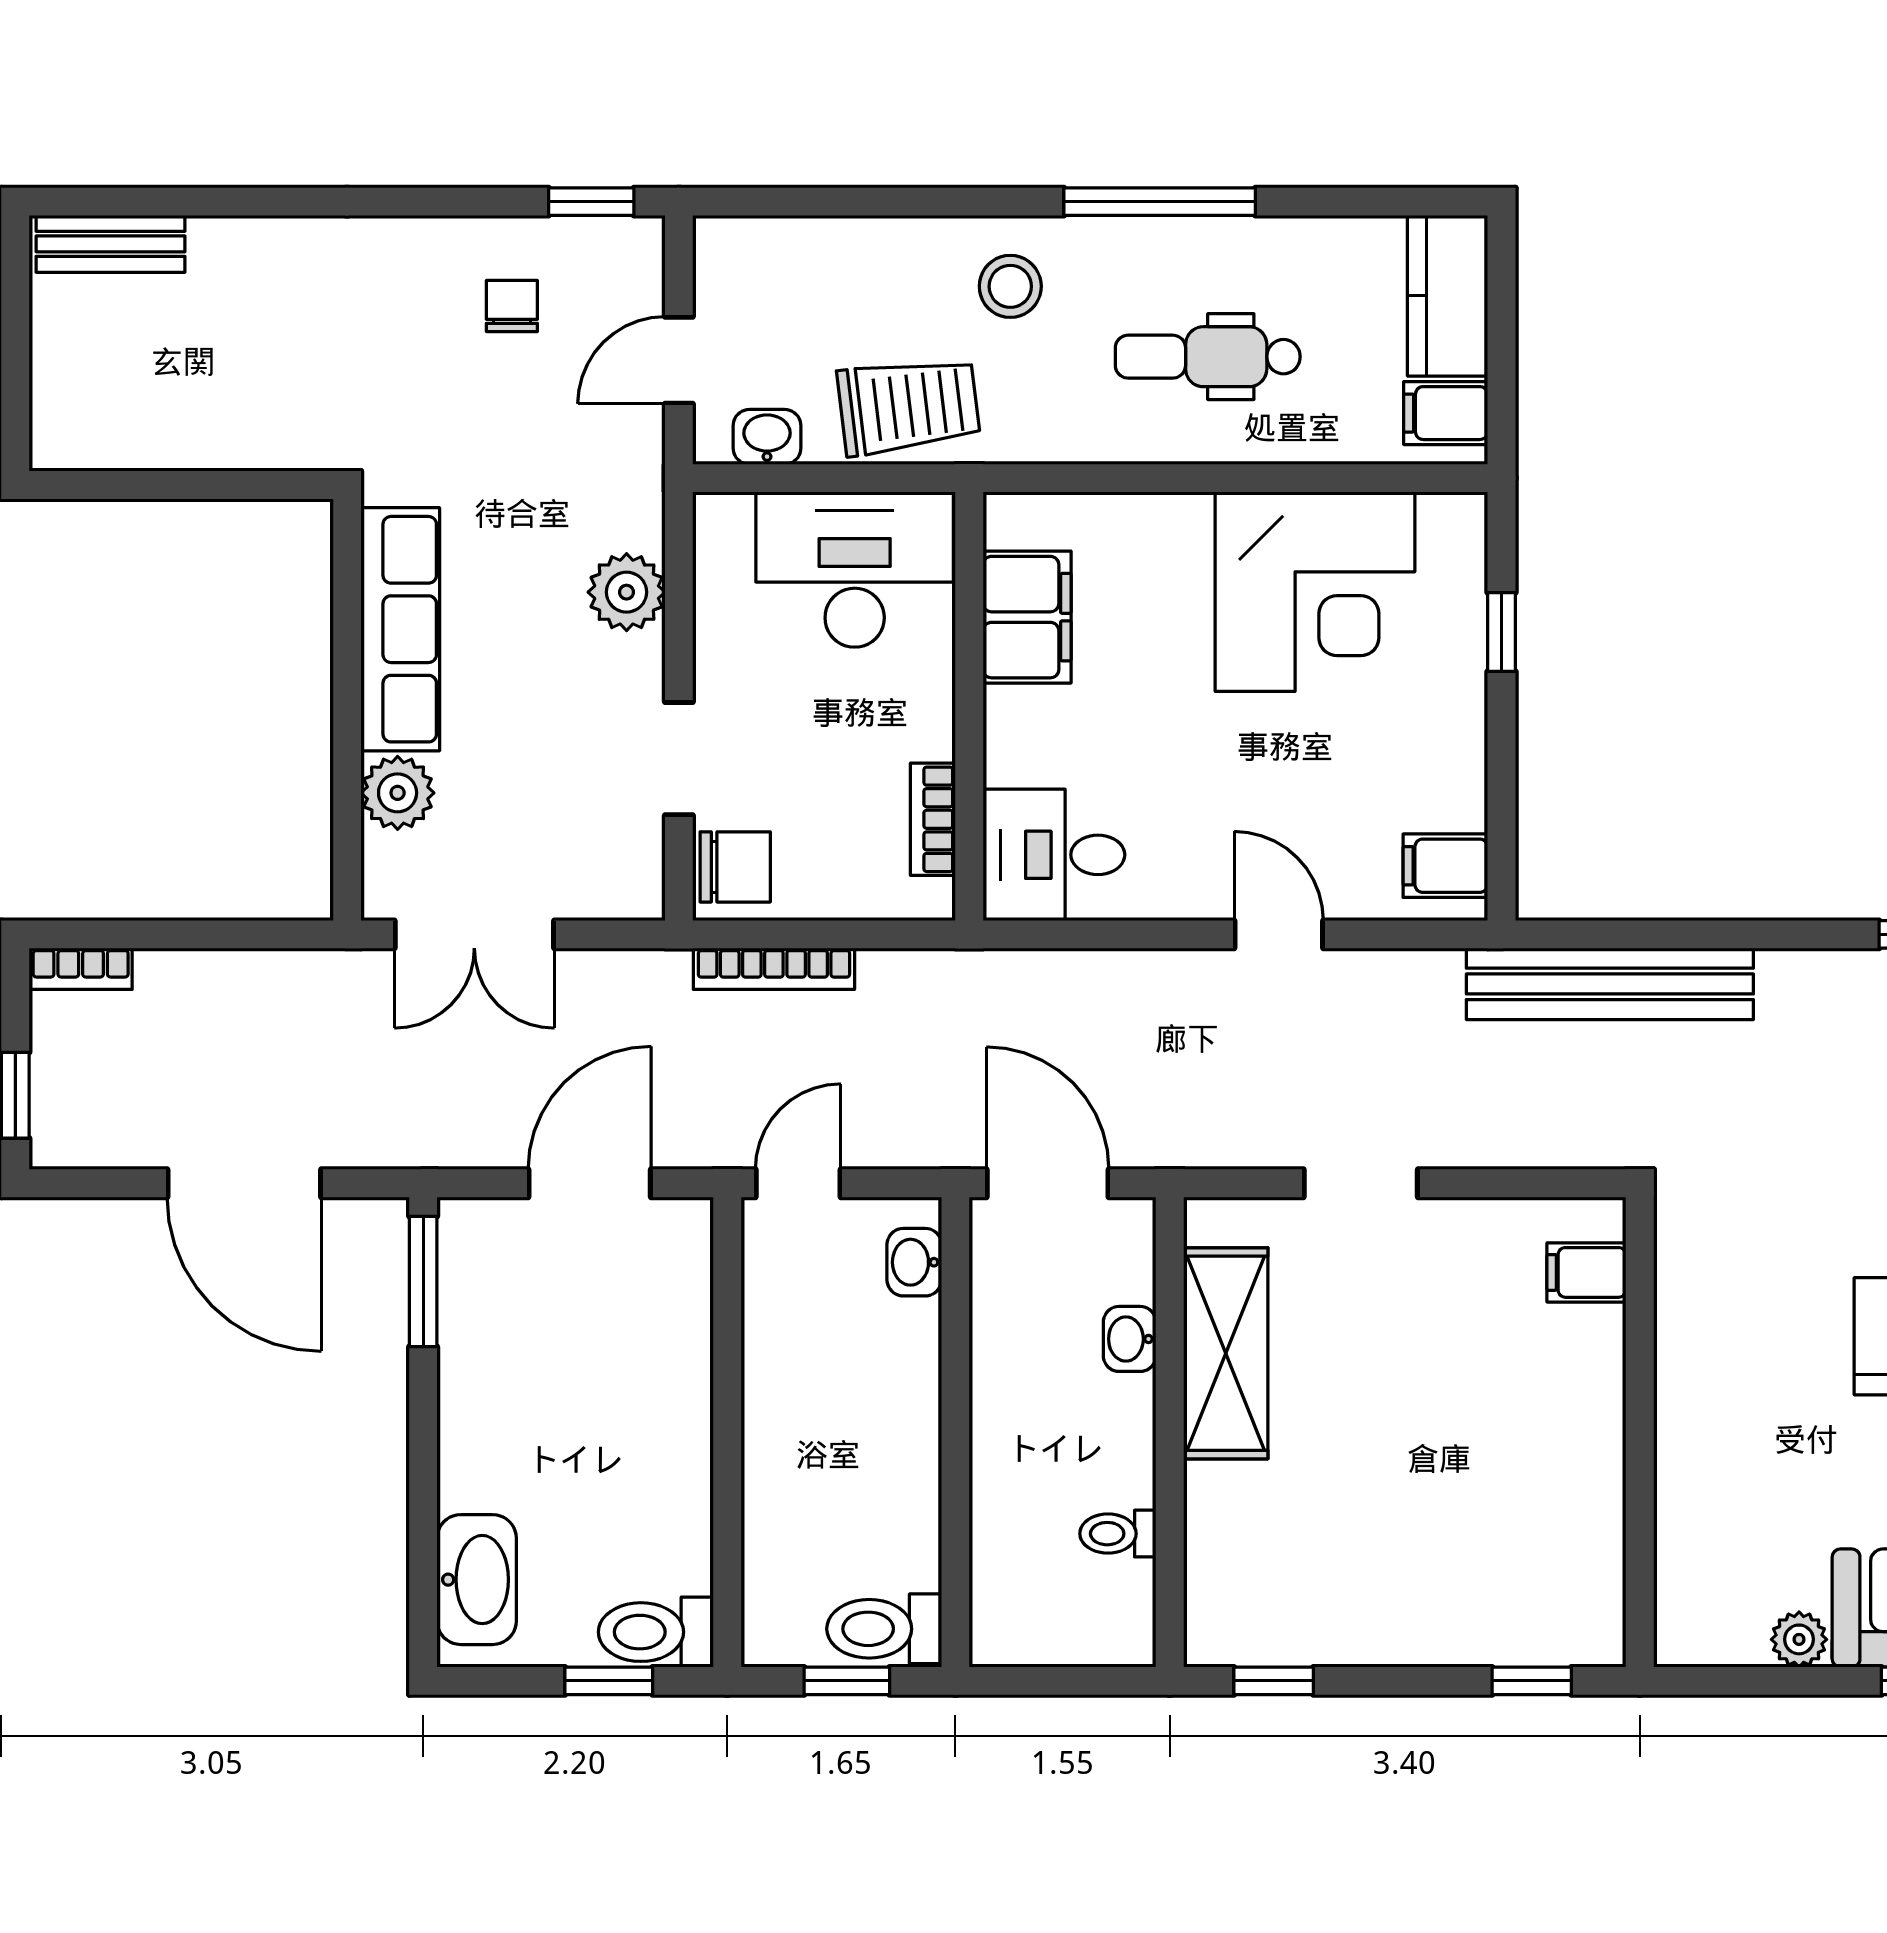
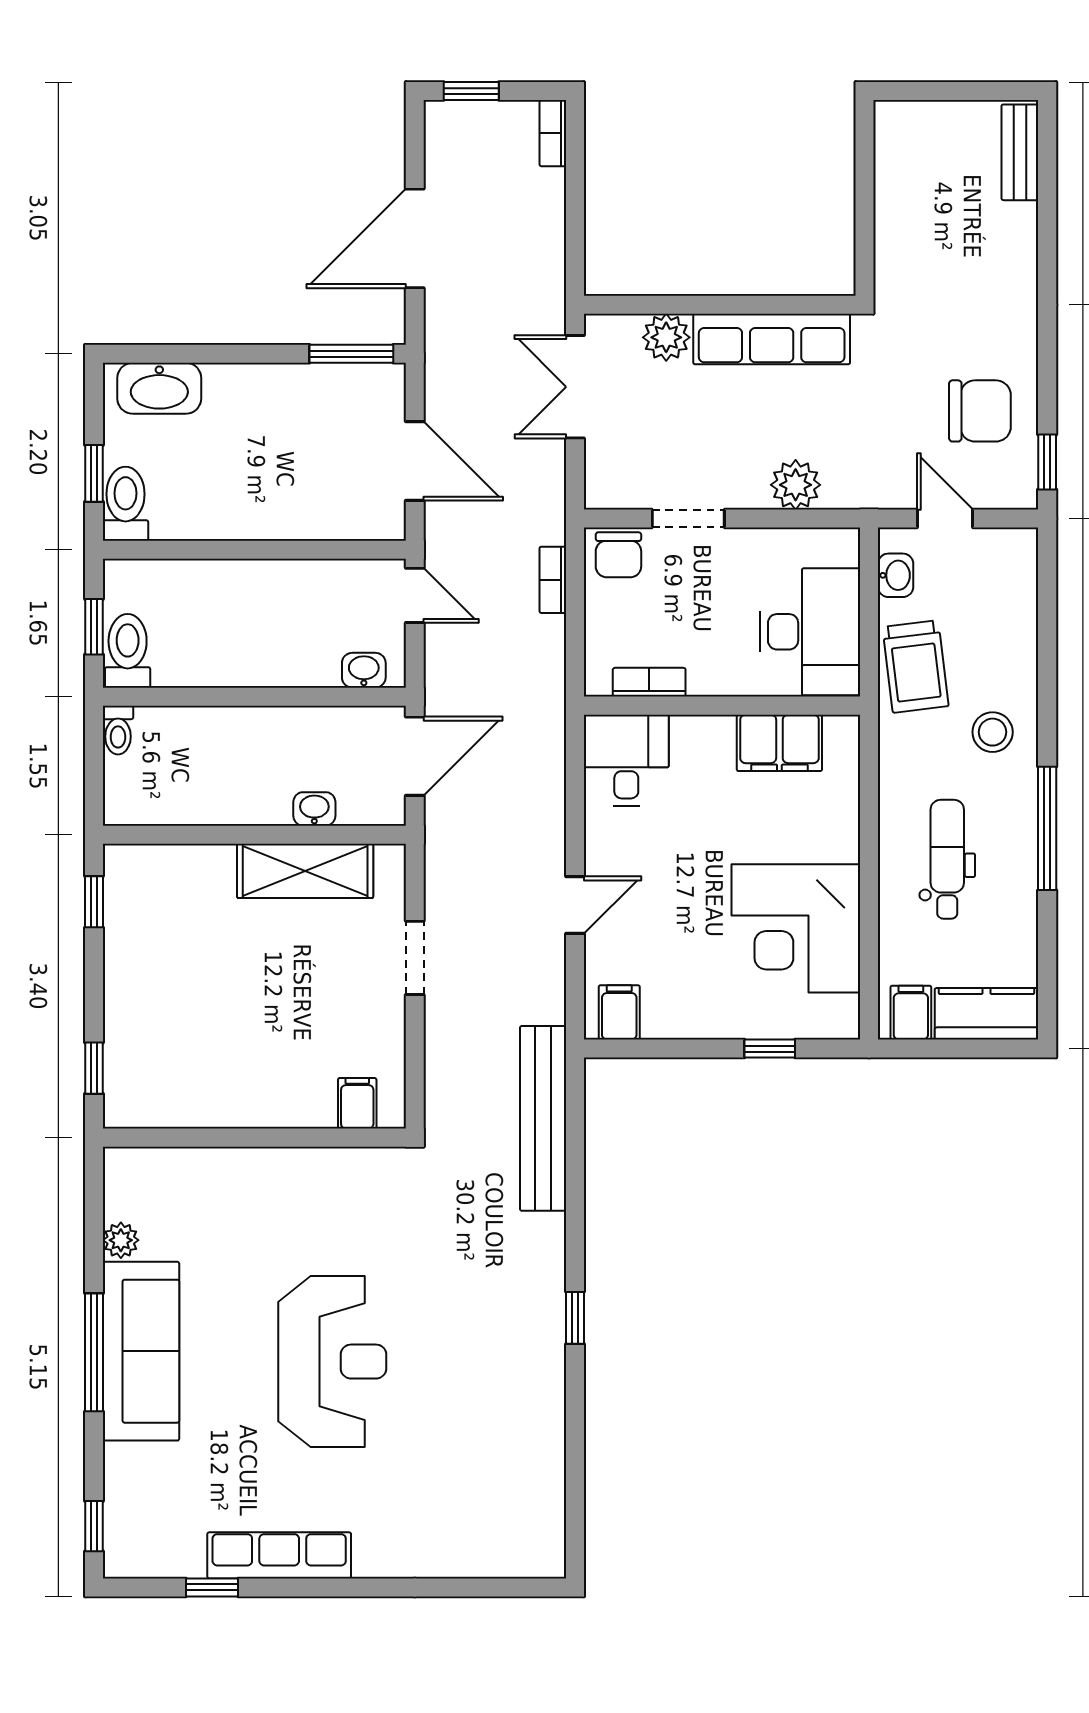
chair: (512, 306) -> (980, 411), width x1.87, depth x1.87
bookcase: (774, 969) -> (553, 580), width x0.64
toilet: (1118, 1534) -> (118, 730), moved, turned 180

